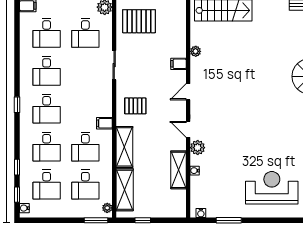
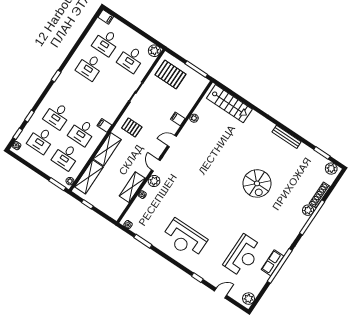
desk: (47, 109) -> (74, 91), removed
reception desk: (272, 188) -> (185, 239), turned 180

